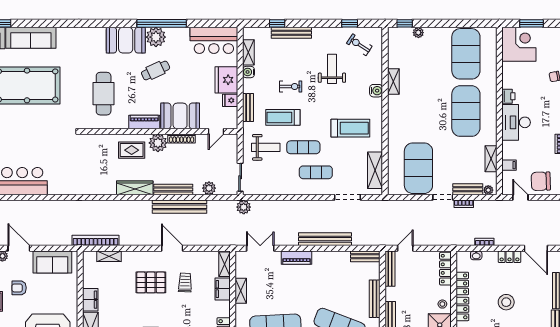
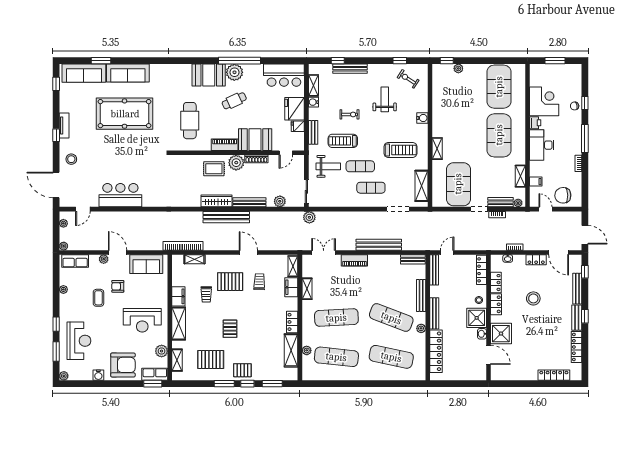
corner desk: (519, 44) -> (544, 101), moved
shelving: (393, 81) -> (437, 149), moved
bench: (180, 207) -> (226, 217), moved
trolley: (123, 297) -> (206, 294), added

